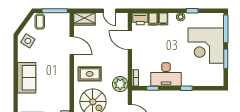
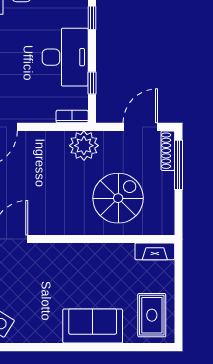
rug: (90, 74) -> (64, 204), removed
sofa: (27, 78) -> (93, 326), moved

